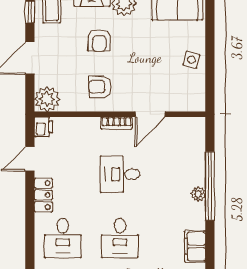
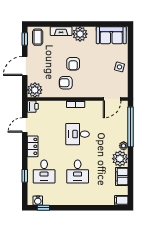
armchair: (99, 41) -> (73, 64), moved
door: (150, 114) -> (112, 99), moved
window: (210, 186) -> (130, 127), moved
plant: (192, 216) -> (120, 159), added
window: (30, 245) -> (25, 176), added

